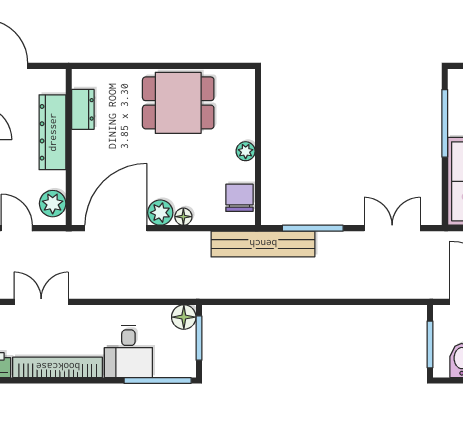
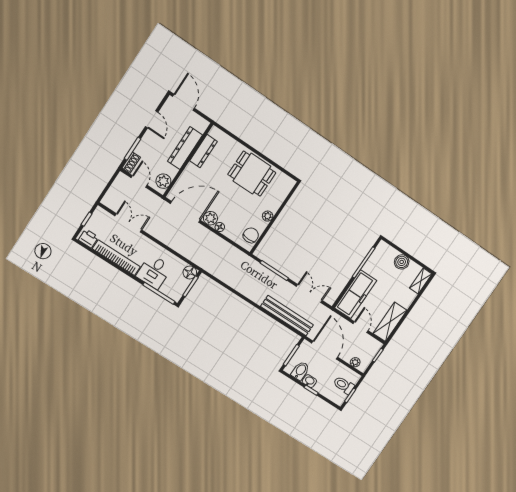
dresser: (83, 109) -> (204, 151), width x1.44
bench: (263, 244) -> (287, 316), moved

